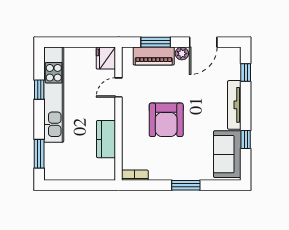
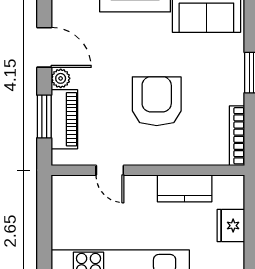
fridge: (106, 58) -> (231, 226), moved, turned 90
armchair: (166, 120) -> (157, 101), turned -90
bookcase: (135, 175) -> (237, 136), width x1.56

